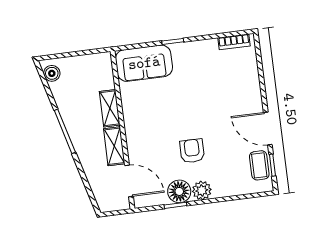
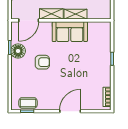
sofa: (144, 63) -> (70, 32), moved, turned -90
door: (268, 128) -> (70, 111), moved
plant: (202, 190) -> (17, 65), removed

